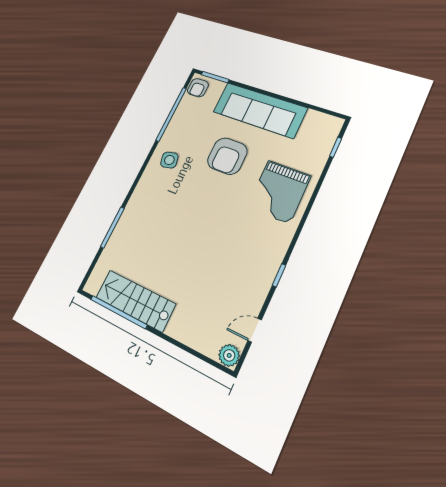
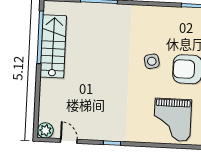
side table: (169, 160) -> (152, 61), moved
grand piano: (279, 192) -> (172, 120), turned -90

